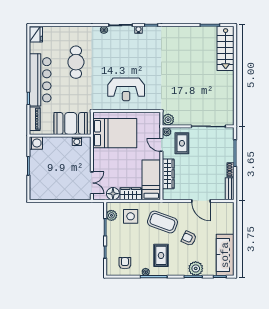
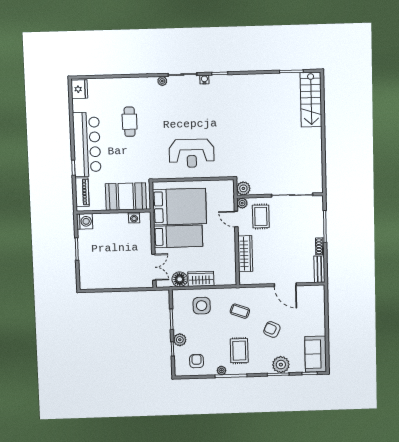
cafe table: (76, 62) -> (130, 122), width x0.73, depth x0.74
bed: (151, 180) -> (178, 236), moved, turned 90
plant: (111, 215) -> (180, 340), moved
coffee table: (162, 222) -> (240, 311), width x0.54, depth x0.58
sofa: (225, 255) -> (316, 354), width x0.73

